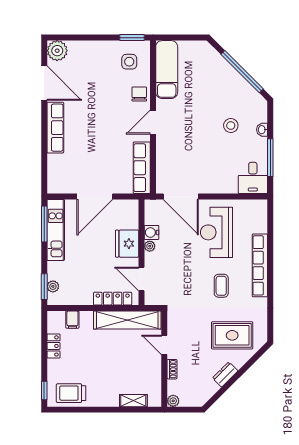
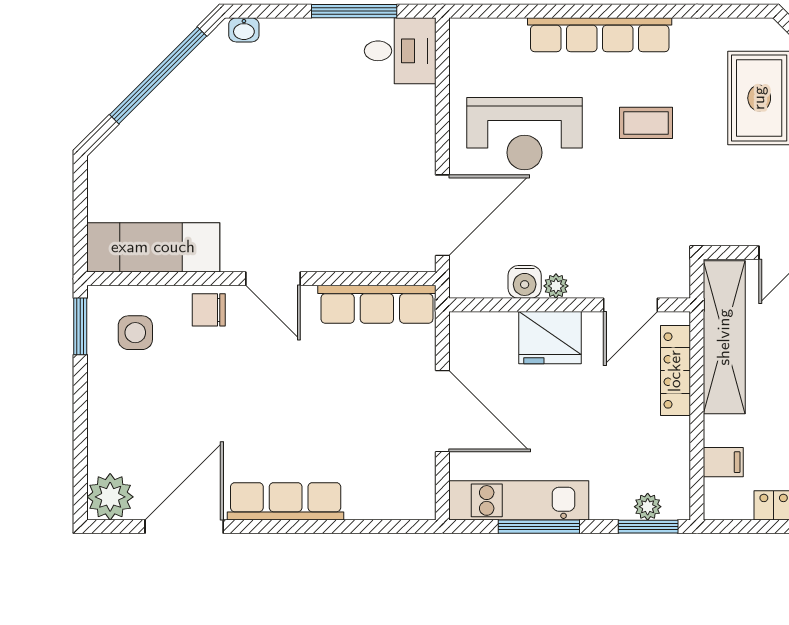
stool: (231, 126) -> (281, 101), removed
washbasin: (262, 130) -> (244, 30), moved
window: (44, 224) -> (539, 527), moved

